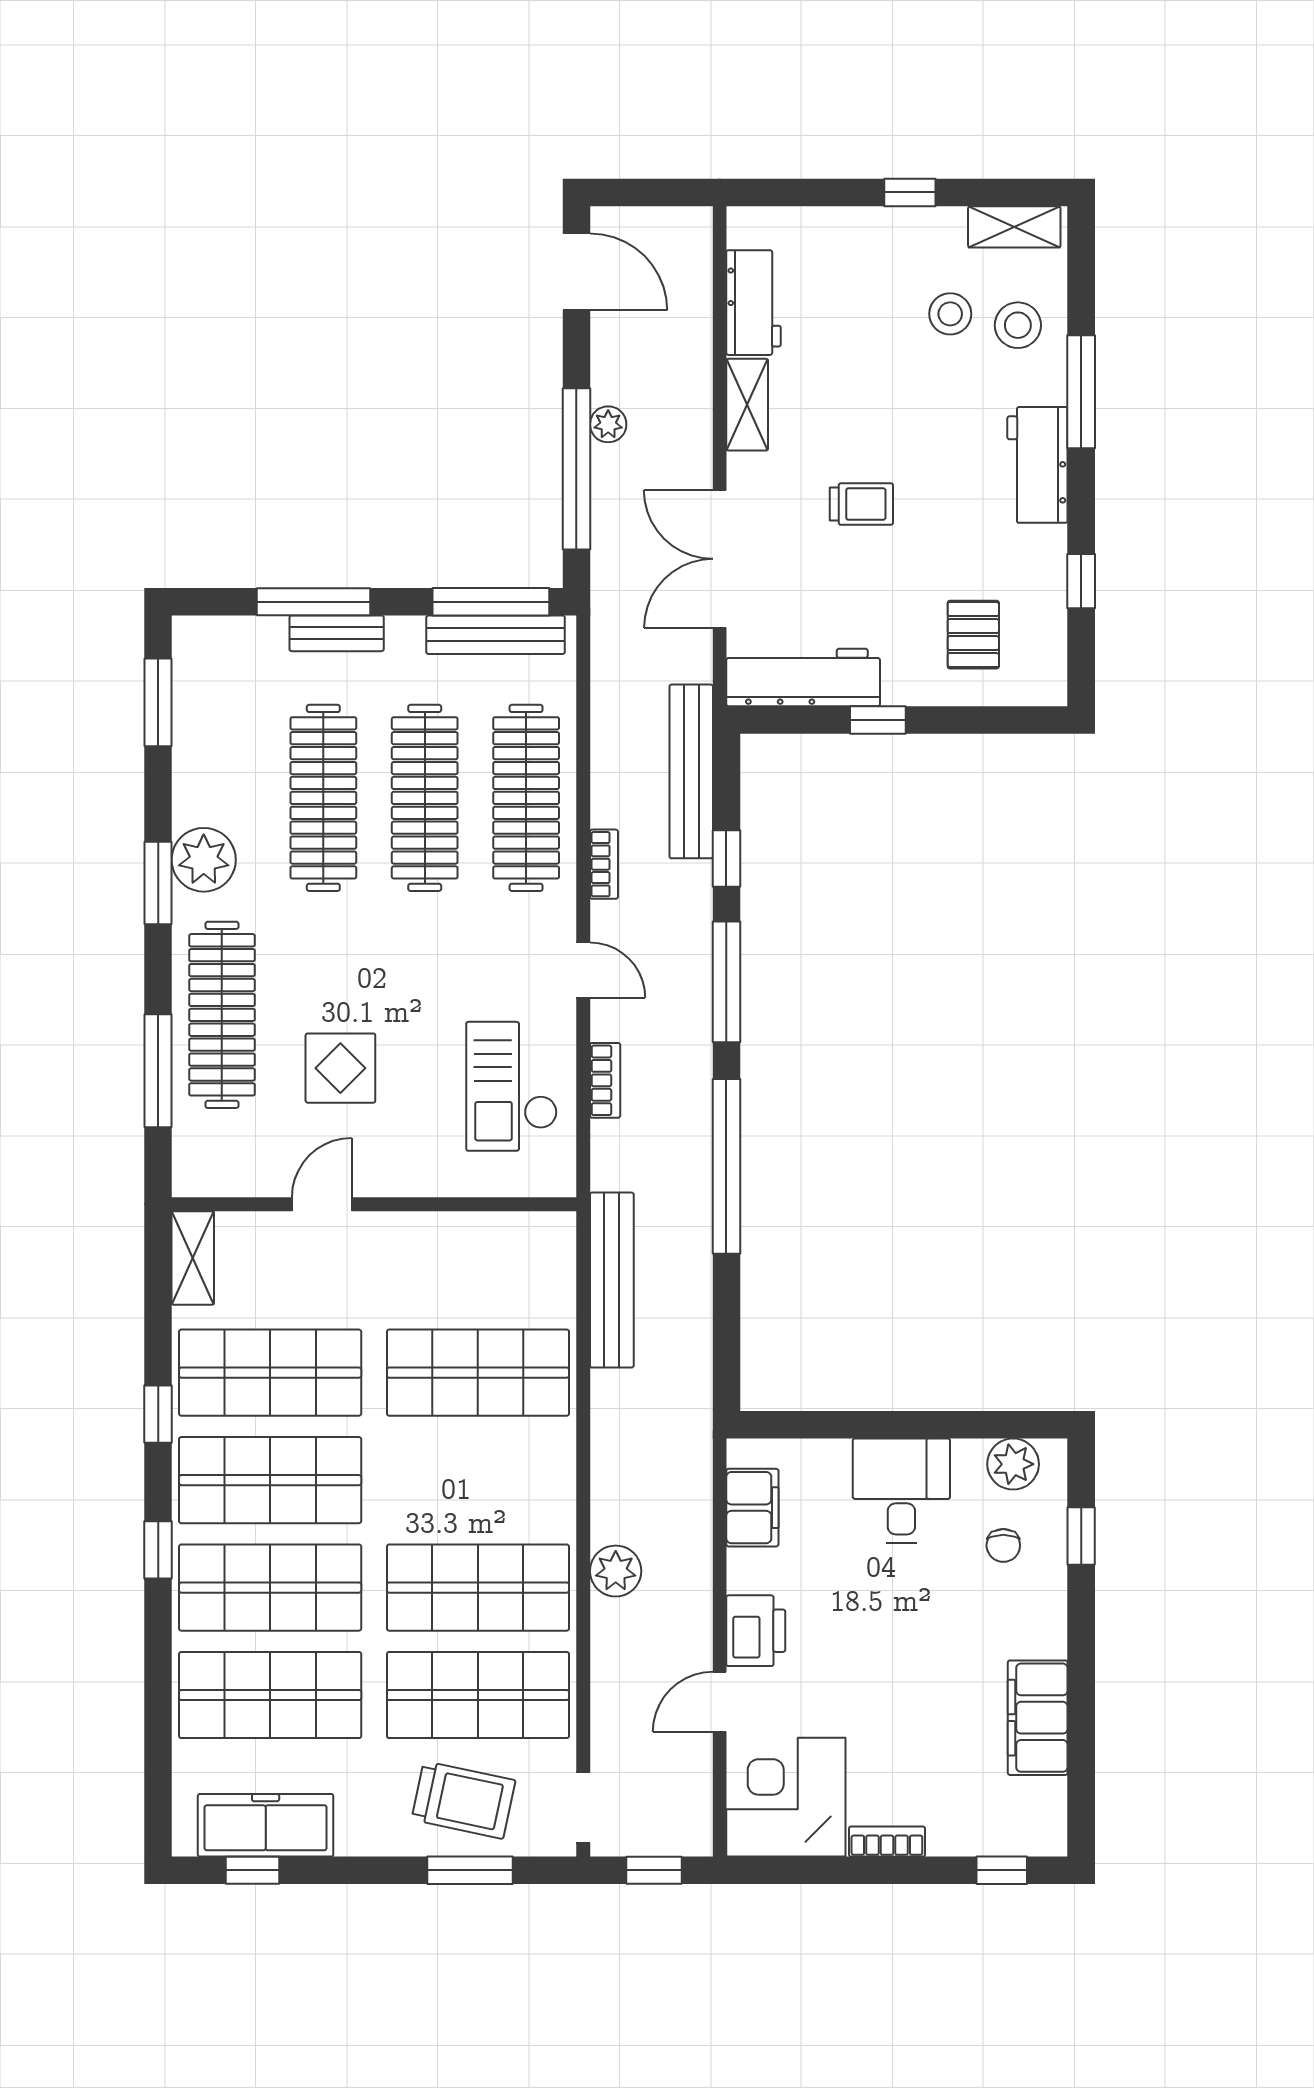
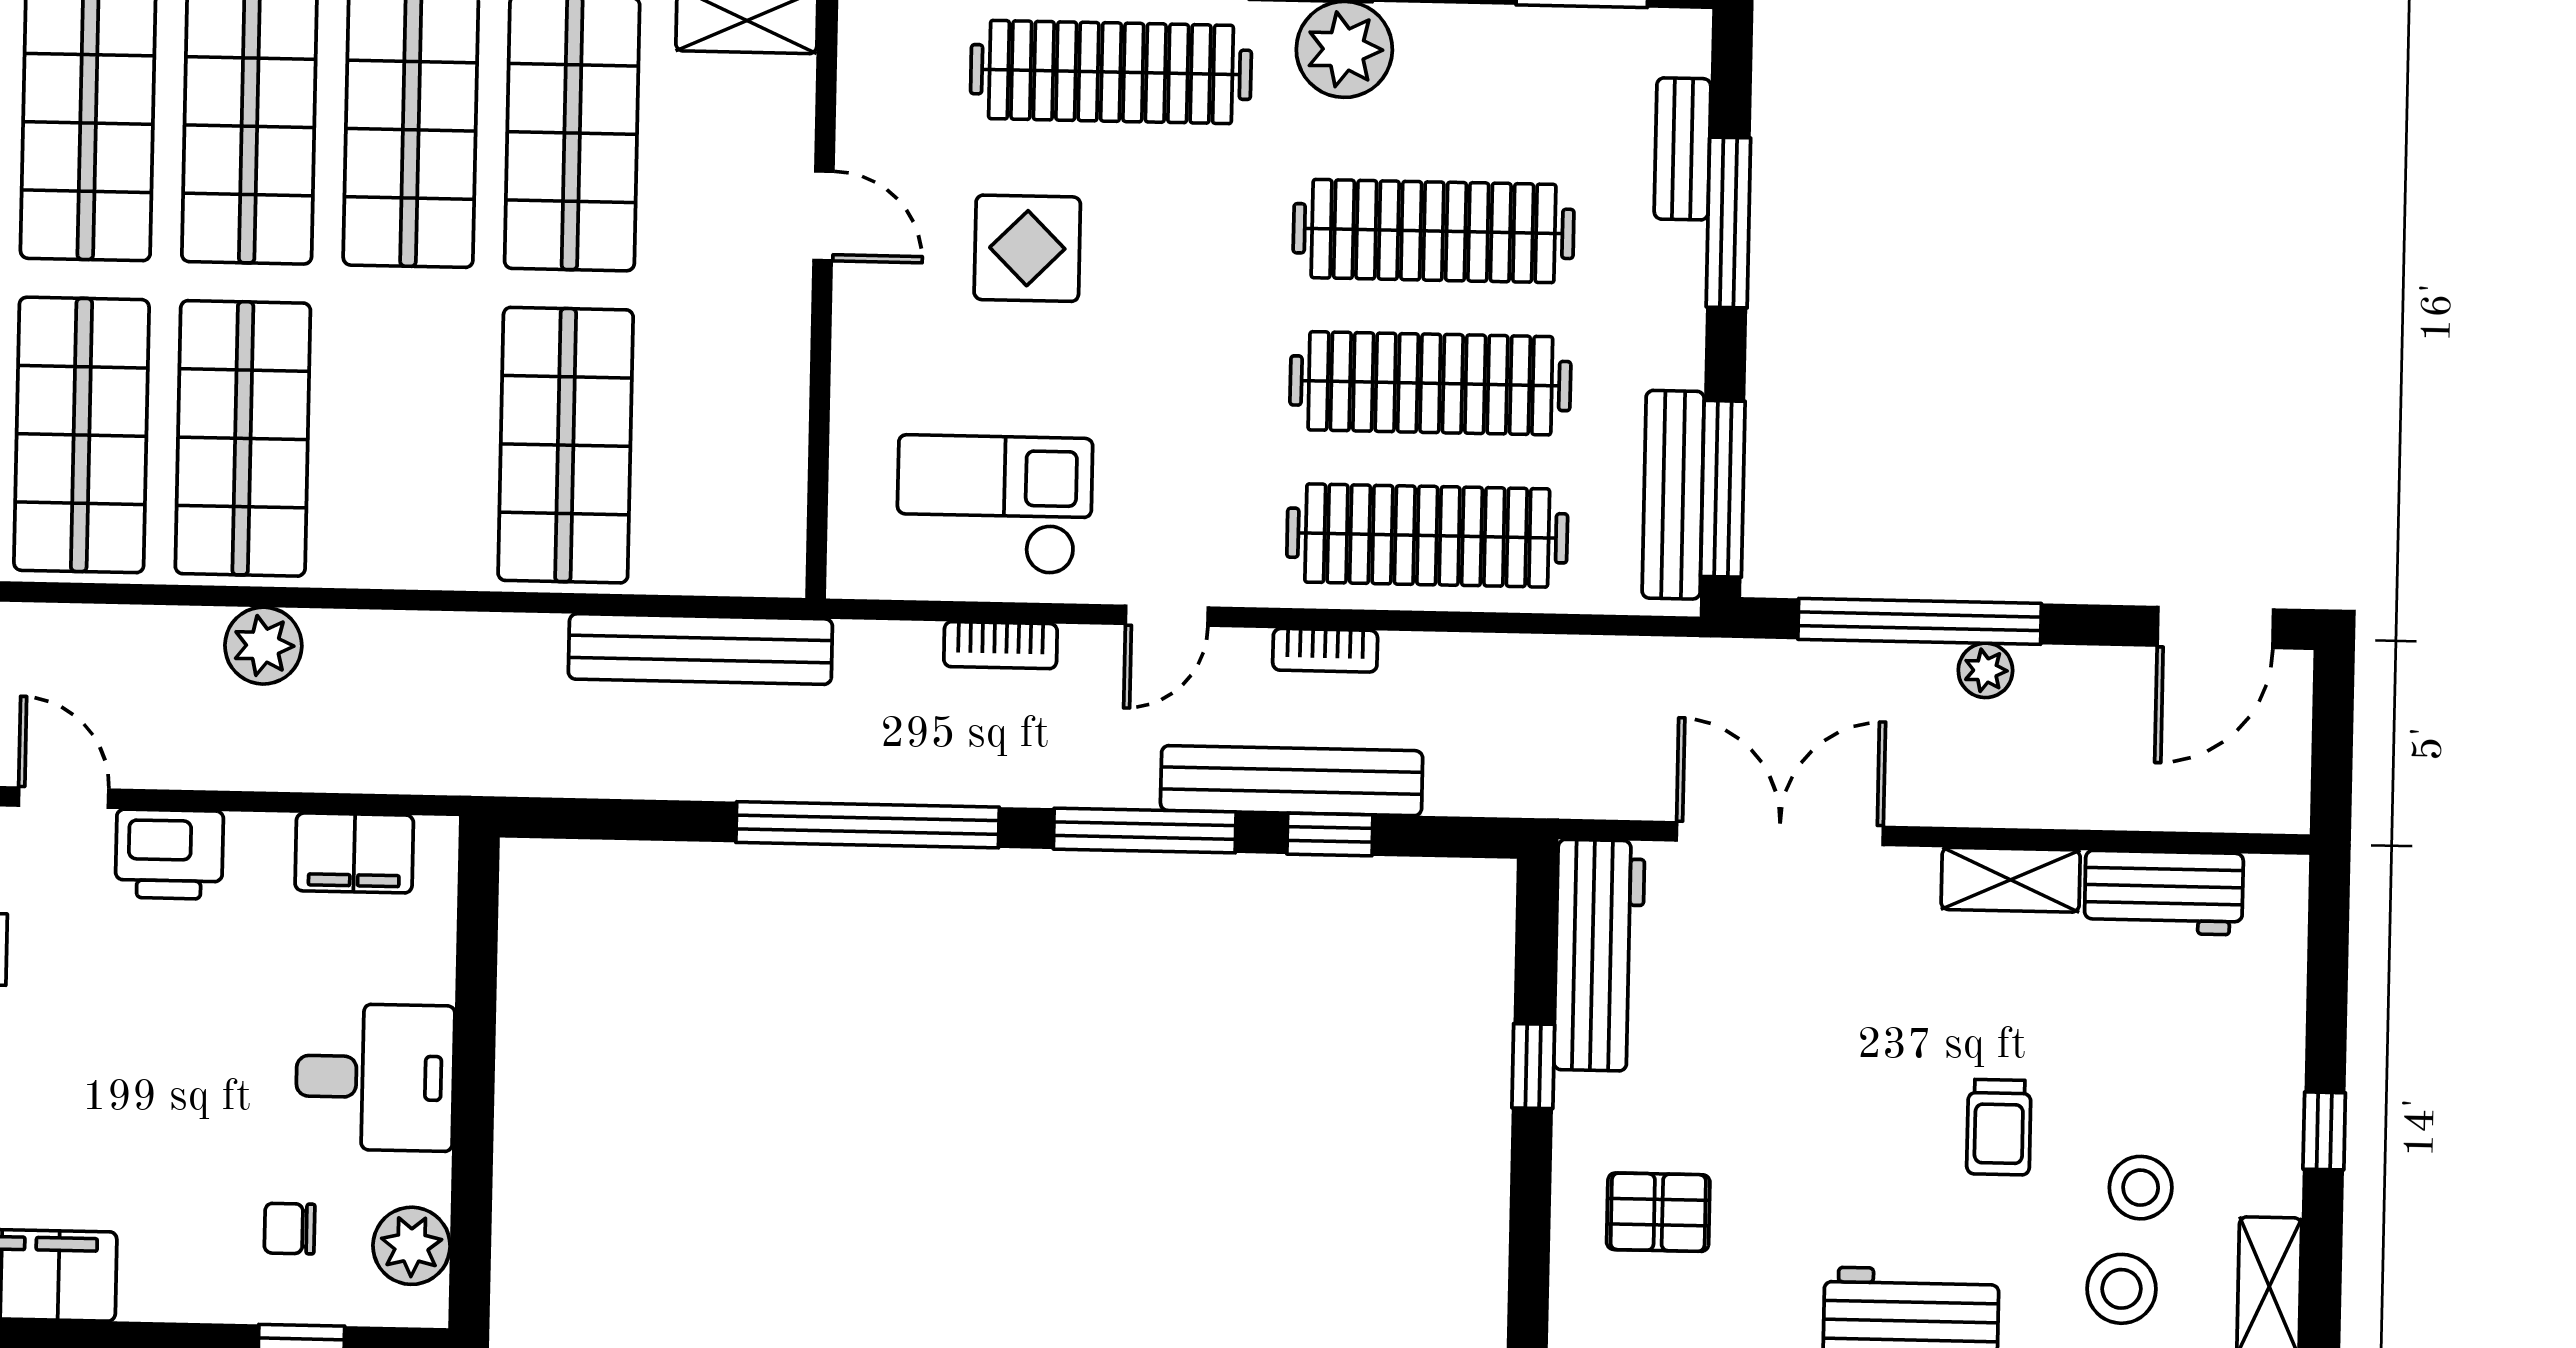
trolley: (861, 504) -> (1999, 1127), moved
bench: (337, 633) -> (1682, 149), moved
bench: (691, 771) -> (1292, 781), moved

